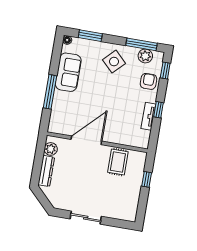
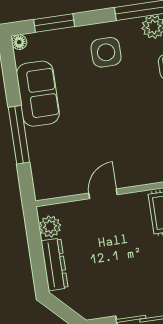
side table: (114, 62) -> (106, 52), turned 45
door: (86, 140) -> (103, 194), width x0.53

